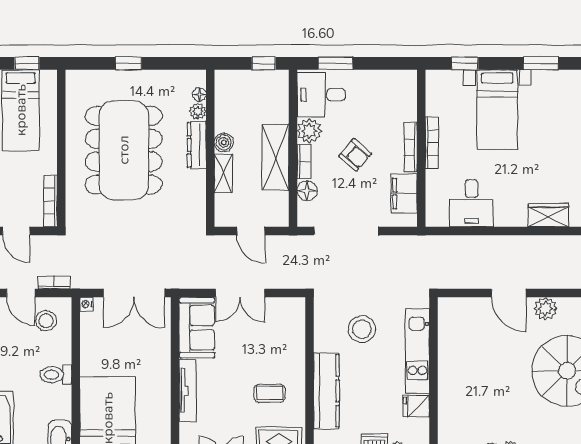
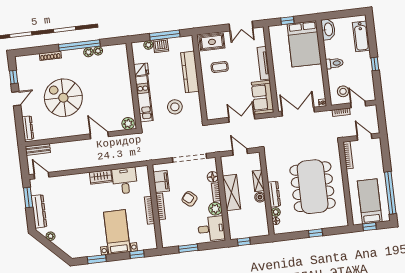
window: (335, 63) -> (188, 248), moved
wardrobe: (548, 215) -> (101, 177), moved
plant: (545, 308) -> (128, 124), moved

